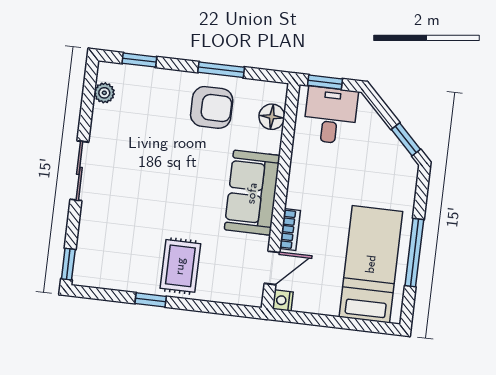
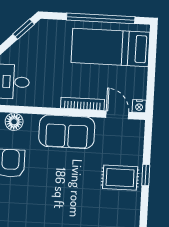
bookcase: (290, 229) -> (83, 104), width x1.56
window: (414, 253) -> (101, 18), width x1.46
window: (151, 300) -> (146, 175), moved

